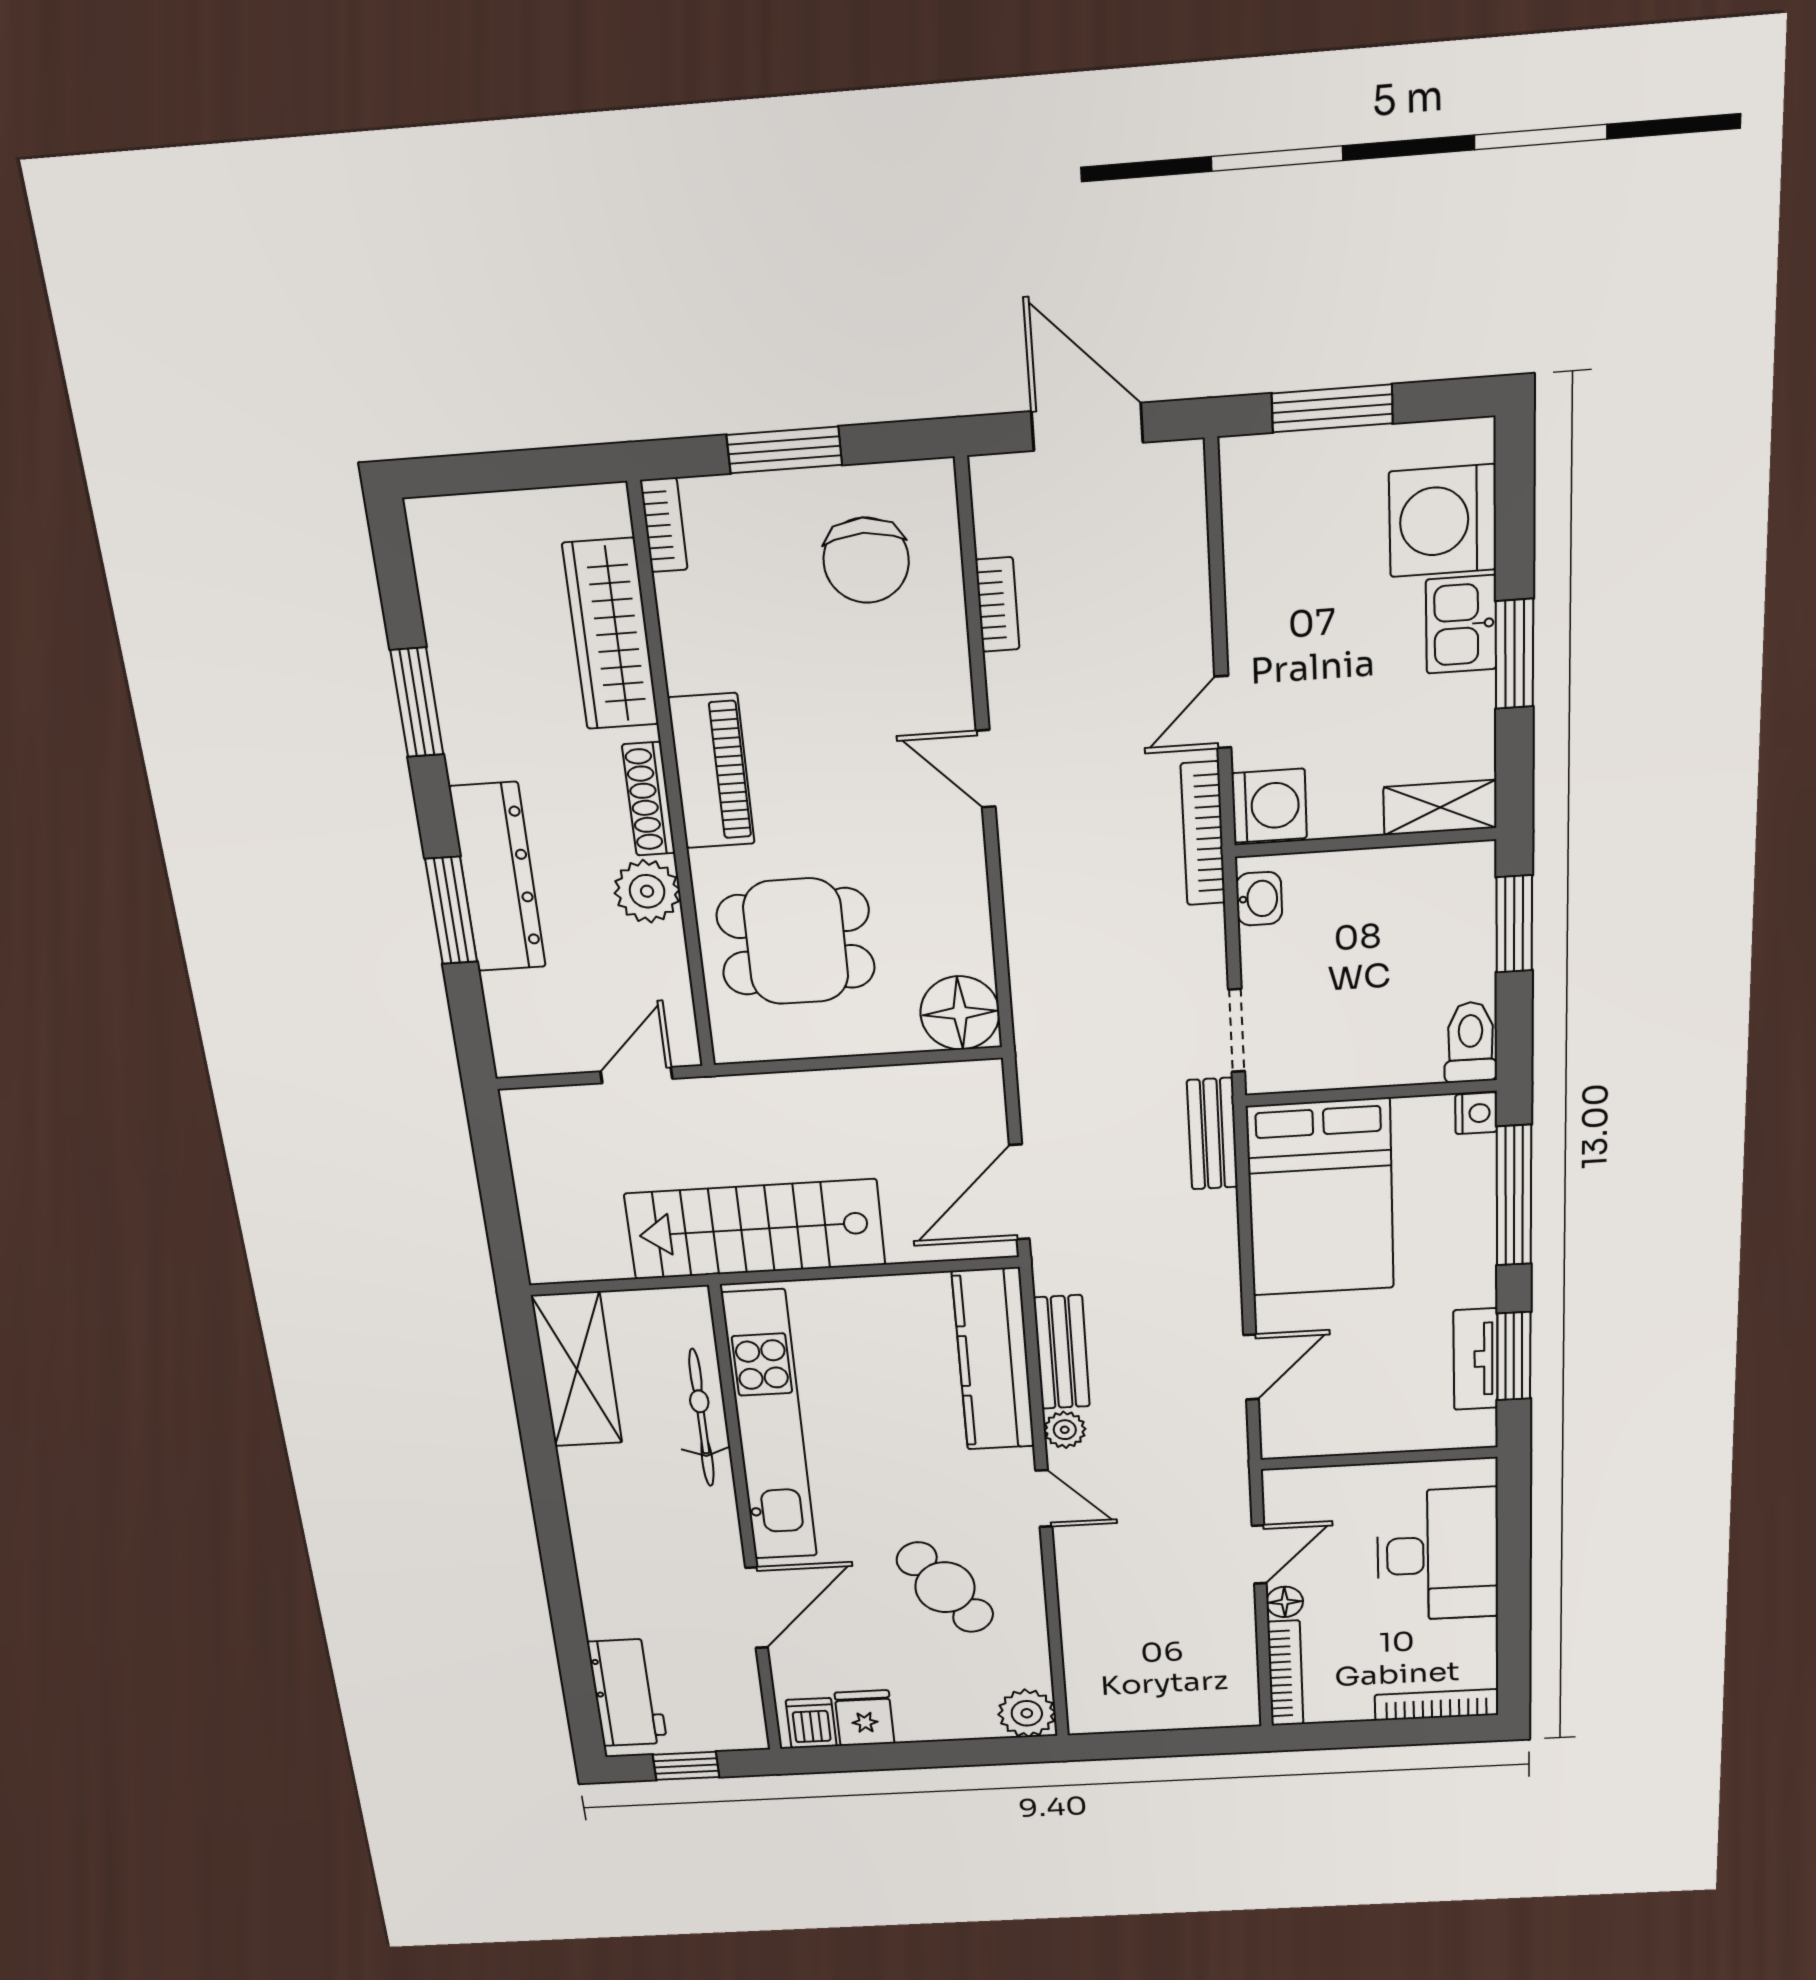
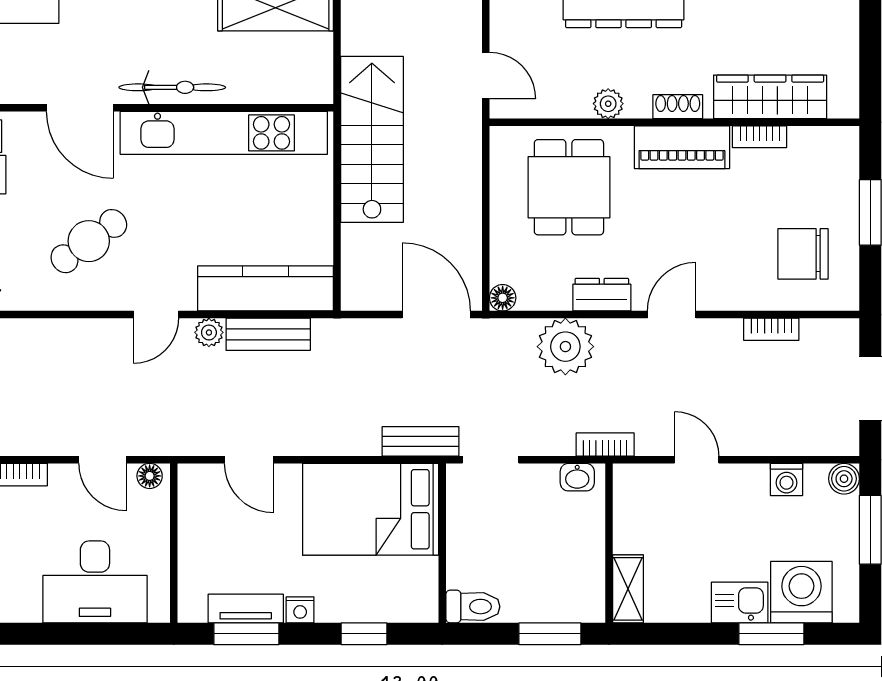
boiler: (1245, 461) -> (844, 479), added
bookcase: (664, 525) -> (760, 137), moved
window: (1514, 654) -> (771, 634), moved
shoe rack: (649, 799) -> (678, 107), width x0.70
washing machine: (1269, 806) -> (786, 479), moved, width x0.73, depth x0.73
bookcase: (1203, 834) -> (605, 444), width x0.64
dresser: (962, 880) -> (602, 295), added
plant: (647, 891) -> (608, 104), width x0.73, depth x0.73
plant: (1050, 930) -> (565, 347), added
floor lamp: (960, 1013) -> (503, 298), width x0.53, depth x0.53
nightstand: (1476, 1113) -> (300, 610), moved
door: (1019, 1192) -> (436, 315), moved
window: (1514, 1196) -> (364, 634), width x0.46
bicycle: (702, 1418) -> (172, 87), moved
floor lamp: (1285, 1602) -> (150, 476), moved

